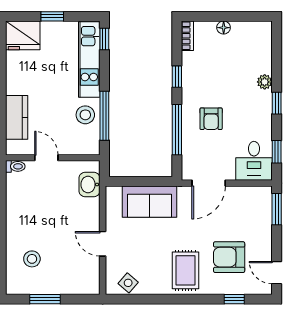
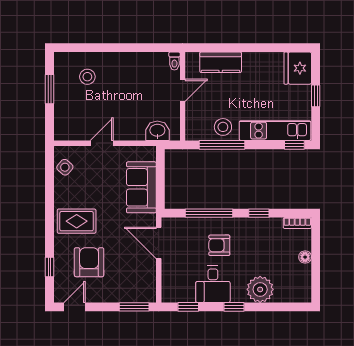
plant: (265, 82) -> (260, 289), width x1.88, depth x1.88
desk: (254, 161) -> (213, 284), moved, turned -90

